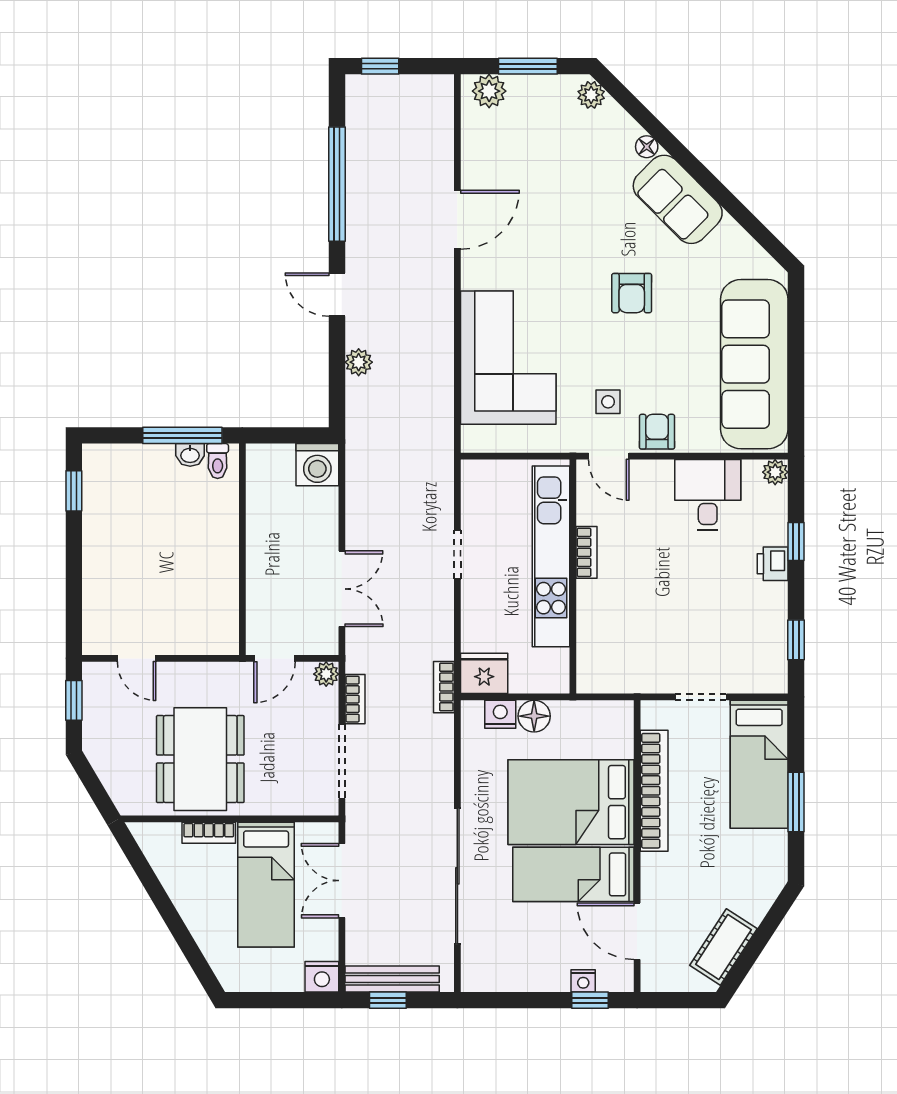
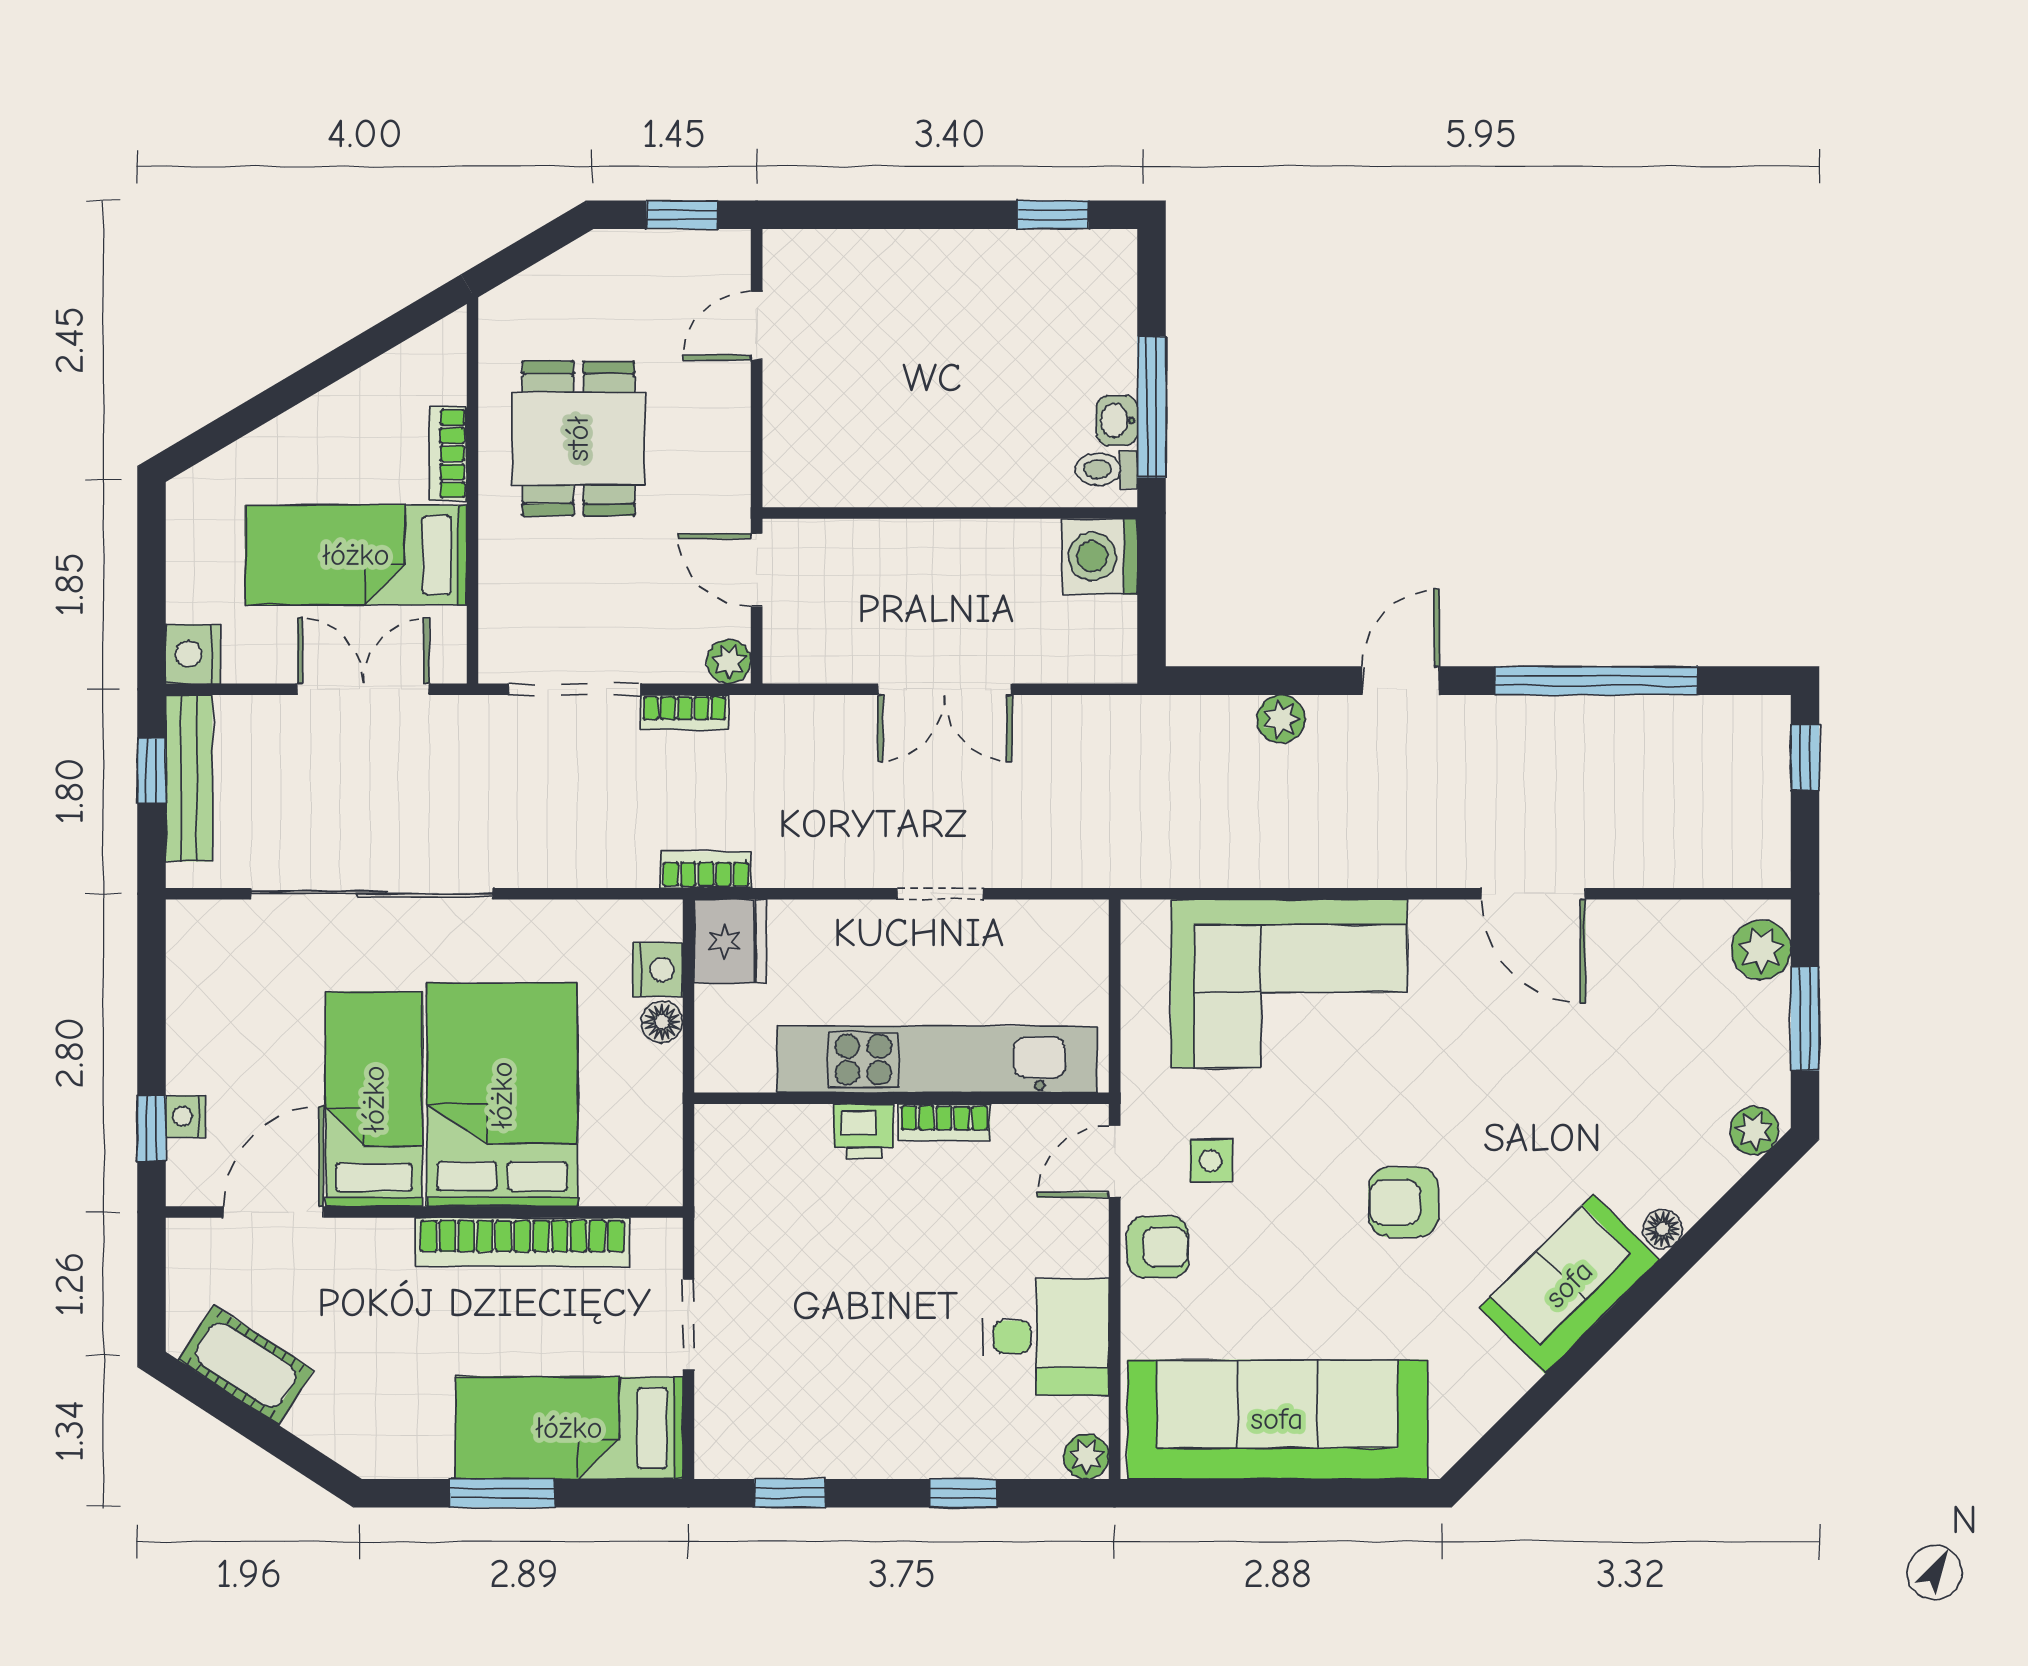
washing machine: (317, 465) -> (1100, 556), moved
printer: (773, 564) -> (864, 1131), moved, turned 180
double door: (342, 589) -> (945, 689), moved
floor lamp: (534, 716) -> (662, 1022), width x0.73, depth x0.73
dining table: (200, 759) -> (578, 439), width x0.73

